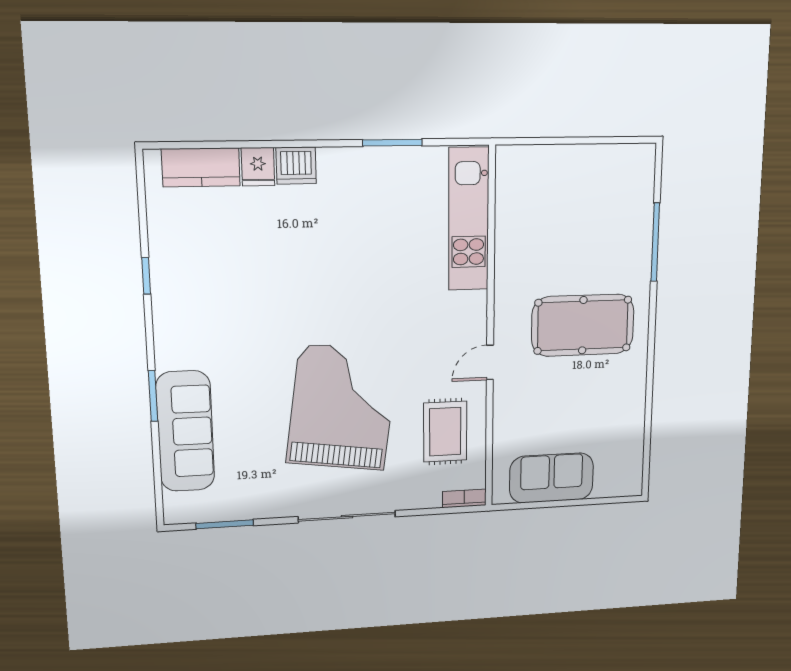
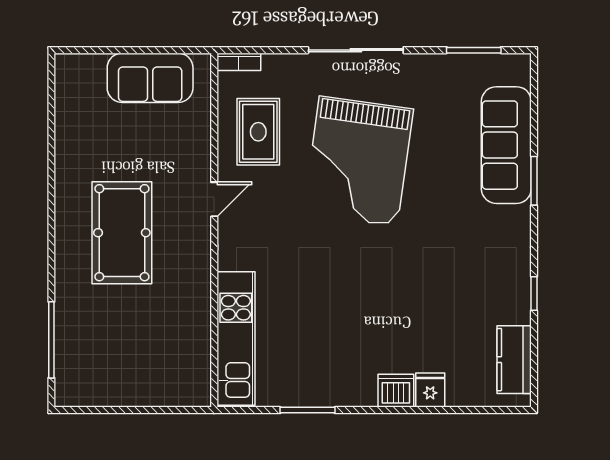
kitchen counter: (201, 167) -> (514, 360), moved, turned -90
window: (655, 242) -> (51, 340), moved
pool table: (583, 325) -> (122, 233), turned 90

